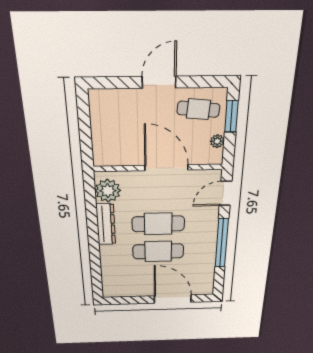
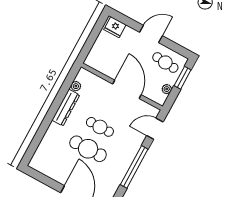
fridge: (105, 100) -> (115, 27), added
plant: (108, 191) -> (76, 86), width x0.53, depth x0.53
cafe table: (158, 224) -> (100, 127), width x0.73, depth x0.74

